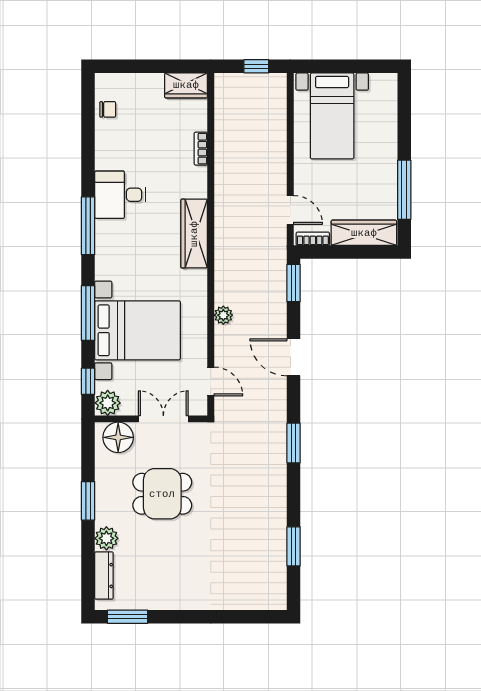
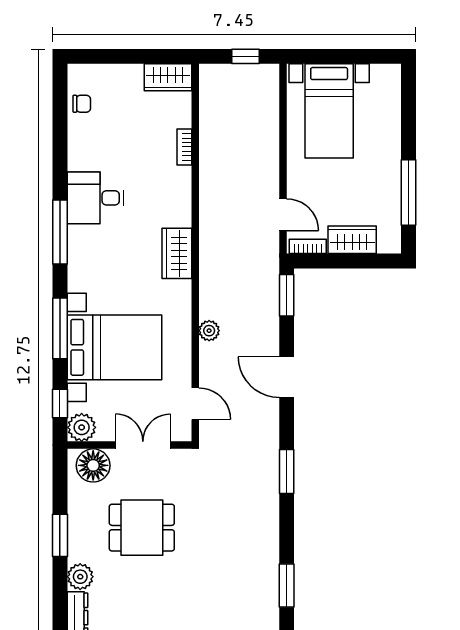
wardrobe: (364, 233) -> (352, 240), width x0.67
wardrobe: (194, 234) -> (177, 253), width x0.67

